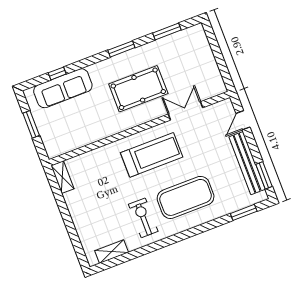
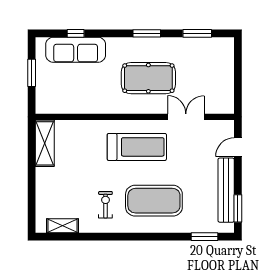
shelving: (62, 177) -> (45, 143), width x1.50, depth x1.33
exercise bike: (143, 218) -> (105, 205), width x0.73, depth x0.72

